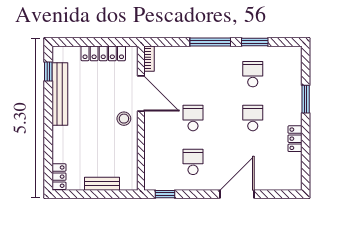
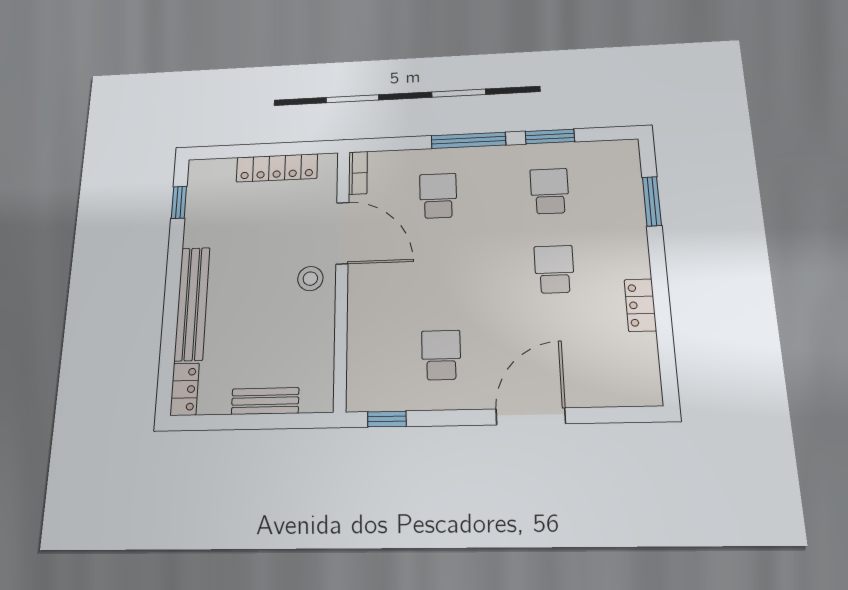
bench: (60, 94) -> (192, 303), moved
window: (306, 99) -> (652, 201), moved
school desk: (193, 118) -> (438, 196), moved

